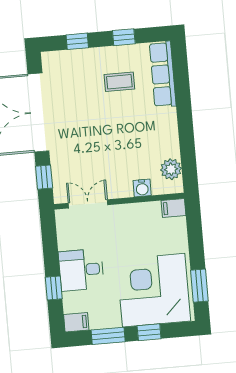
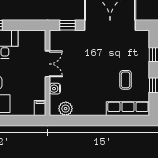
double door: (88, 204) -> (48, 64), moved

